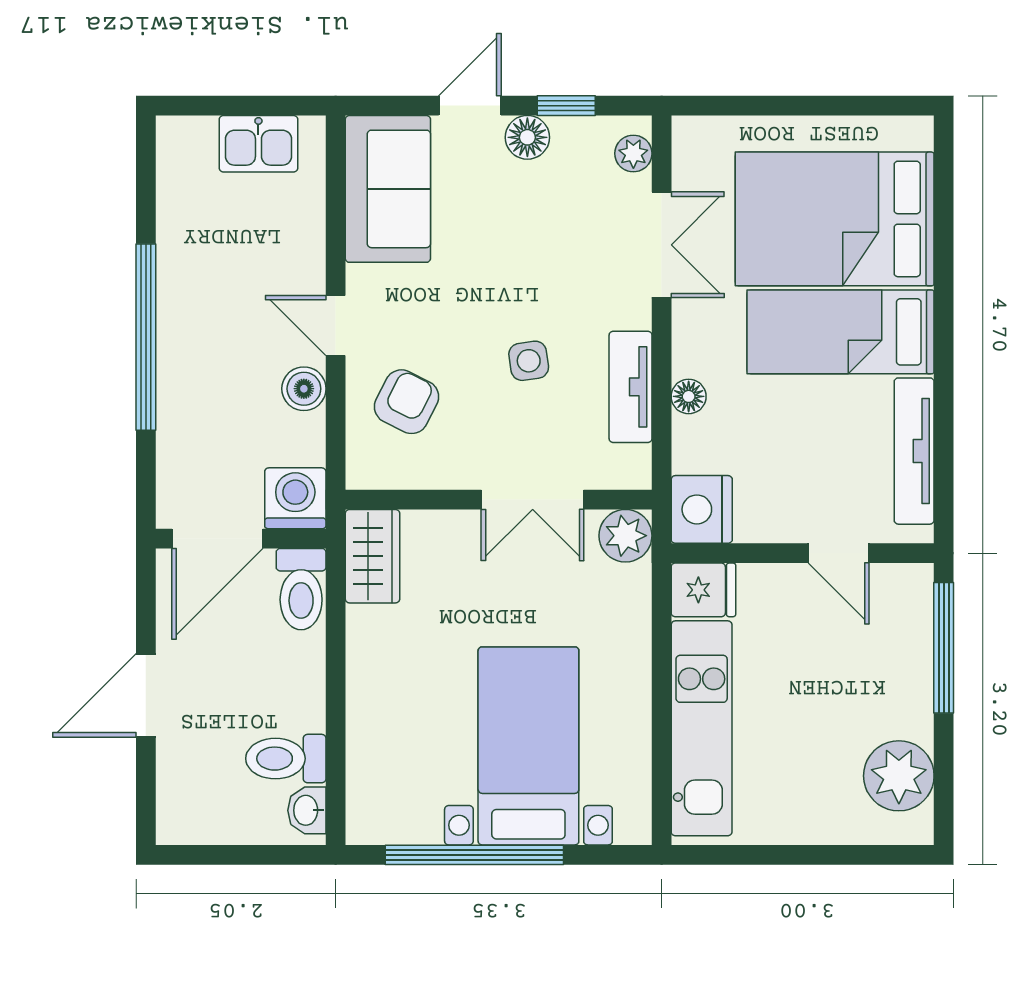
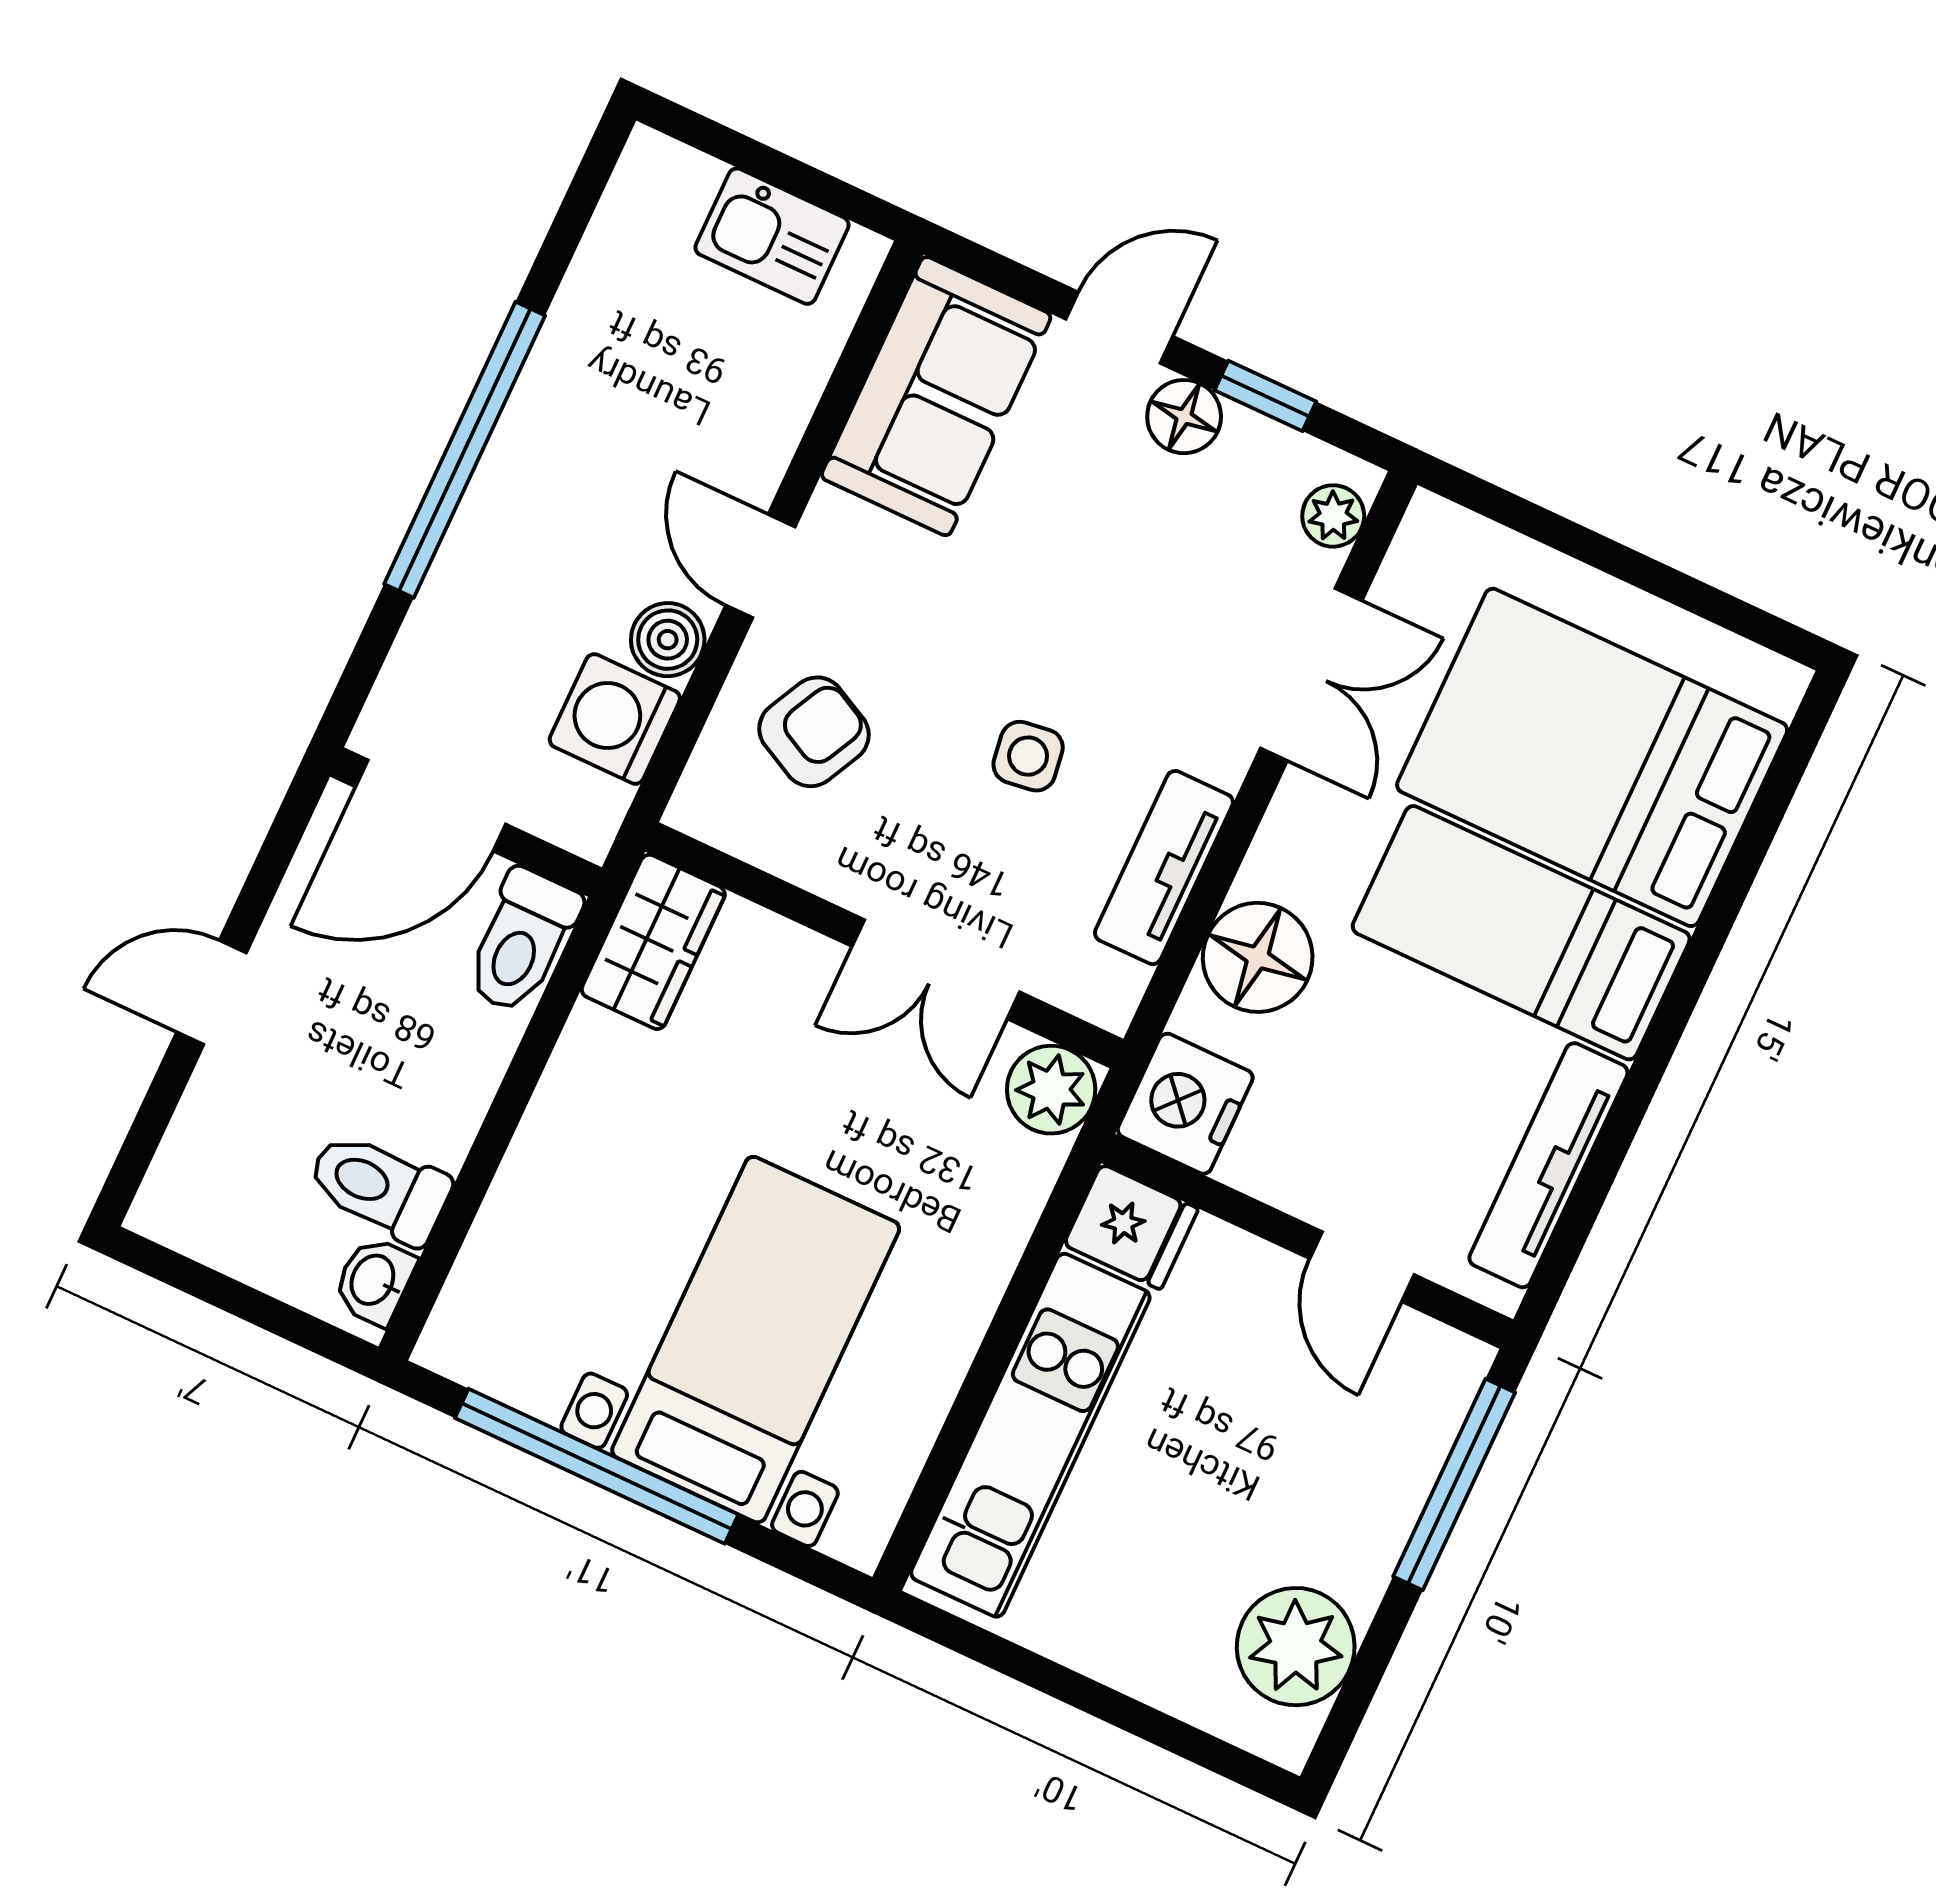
floor lamp: (689, 396) -> (1258, 957), width x1.89, depth x1.89
washing machine: (295, 498) -> (615, 719), moved, turned -90
door: (146, 695) -> (212, 993), width x0.73

